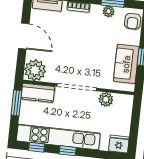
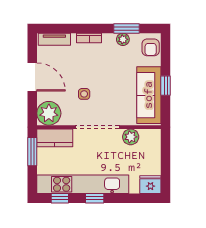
side table: (68, 56) -> (84, 94), added
sofa: (126, 64) -> (149, 95), width x1.36

